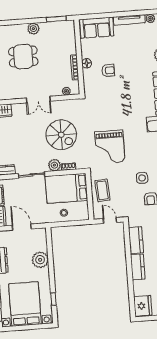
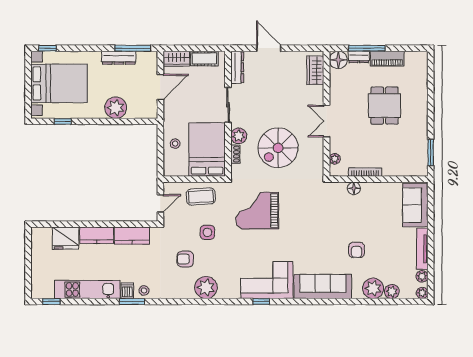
plant: (33, 29) -> (420, 122), removed
floor lamp: (87, 63) -> (354, 188), moved
armchair: (108, 70) -> (357, 250), moved
side table: (142, 178) -> (207, 232), moved
fridge: (143, 306) -> (66, 238), moved

